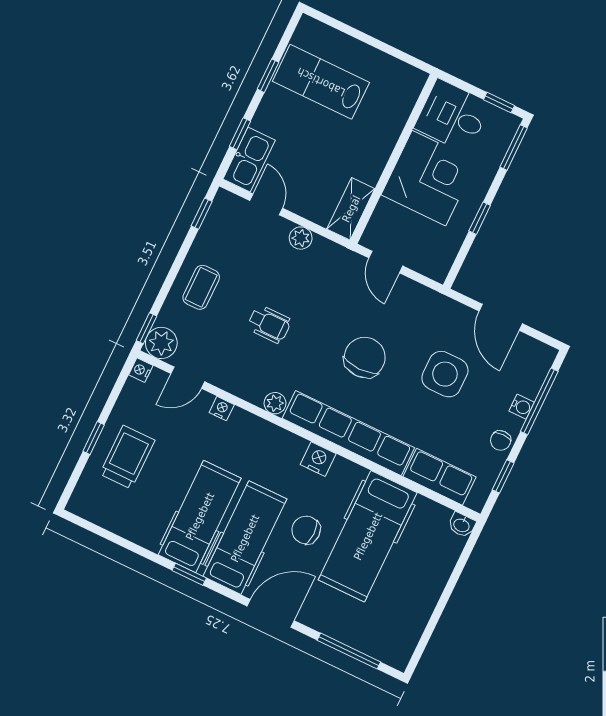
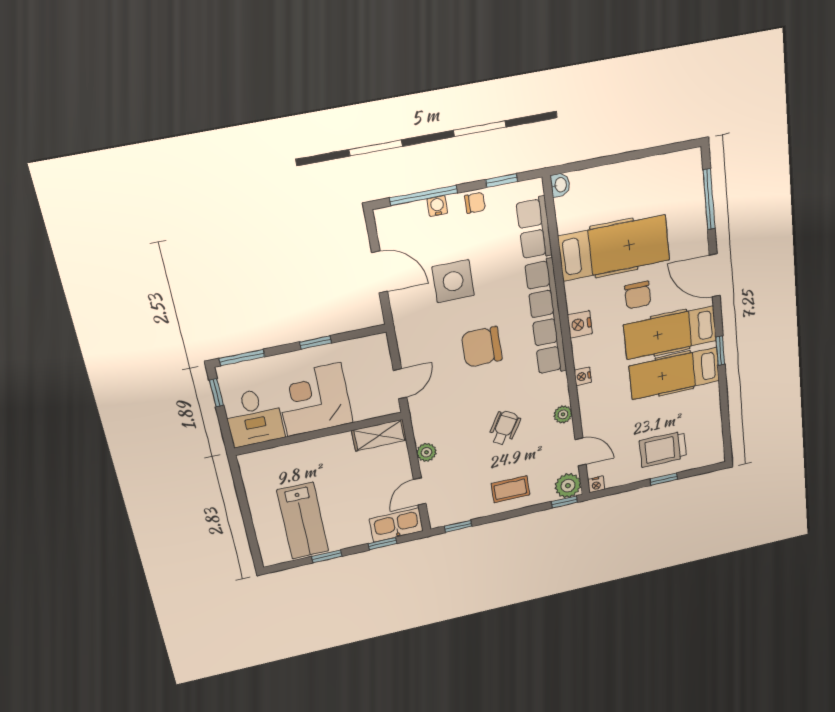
door: (501, 317) -> (380, 272), hinge flipped
wheelchair: (269, 324) -> (504, 428), turned 31
plant: (275, 403) -> (563, 414), moved
nightstand: (222, 409) -> (583, 376), moved

